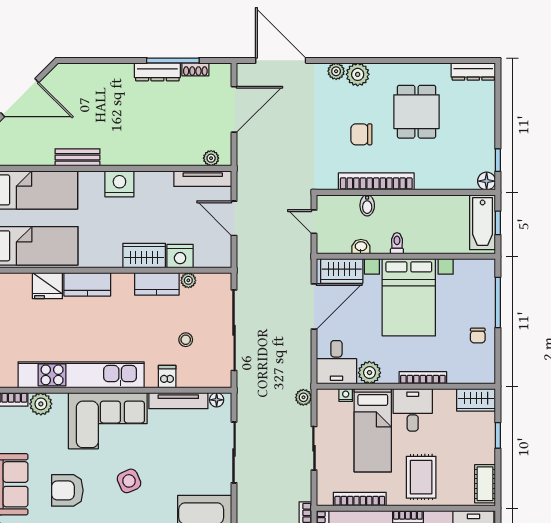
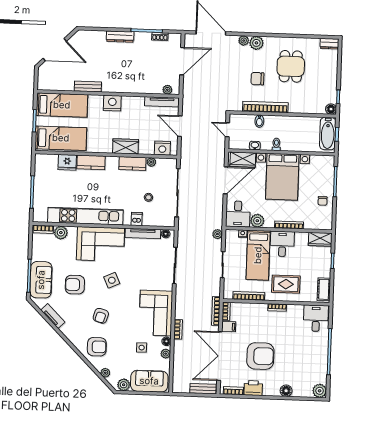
dresser: (157, 72) -> (120, 37), moved
dresser: (473, 72) -> (329, 44), width x0.70
nightstand: (180, 256) -> (162, 148), moved
rug: (421, 477) -> (286, 284), turned 90

